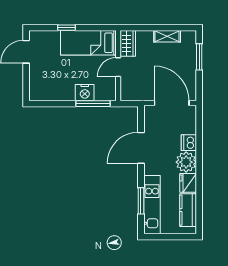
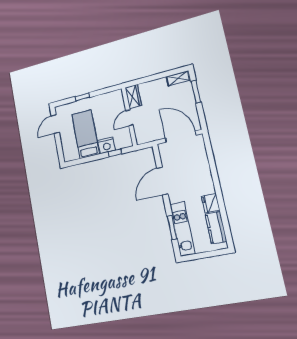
shelving: (167, 36) -> (178, 78), moved
bed: (88, 43) -> (86, 134), moved, turned 90
window: (93, 104) -> (115, 153), width x0.46
dishwasher: (189, 143) -> (203, 167), removed
plant: (186, 162) -> (205, 185), removed

